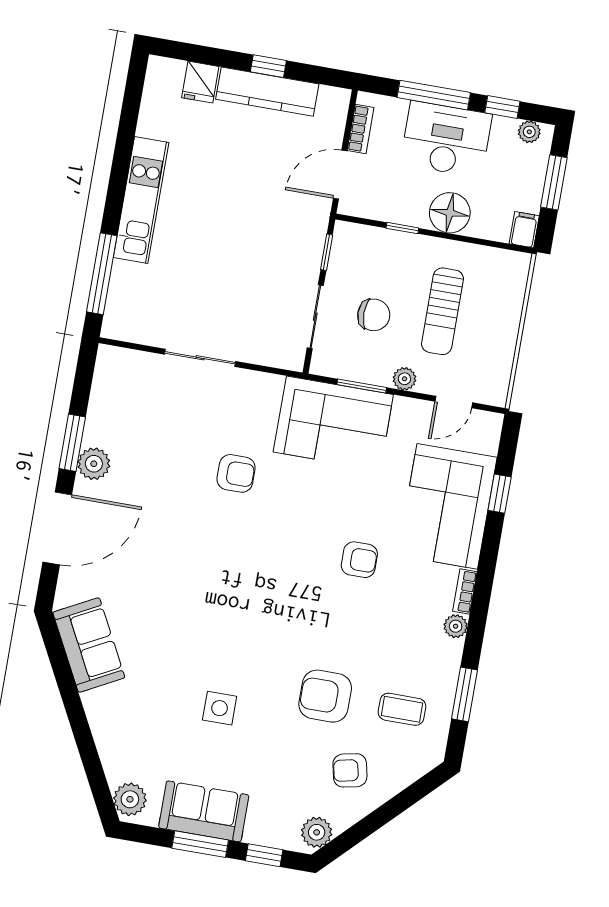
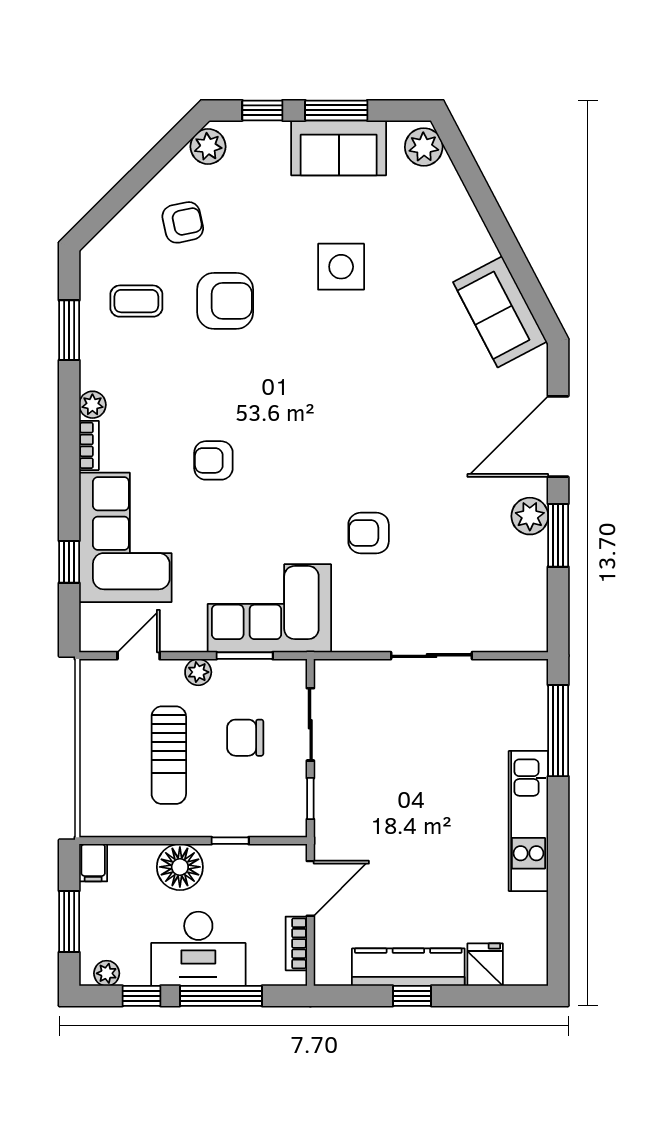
sun lounger: (443, 311) -> (169, 755), turned 180
side table: (220, 708) -> (341, 267), width x1.37, depth x1.37

